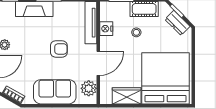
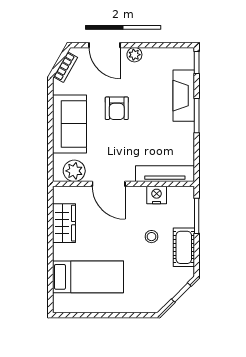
dresser: (178, 23) -> (165, 293), removed
armchair: (59, 49) -> (117, 108), moved
bed: (166, 78) -> (88, 277), width x0.49

